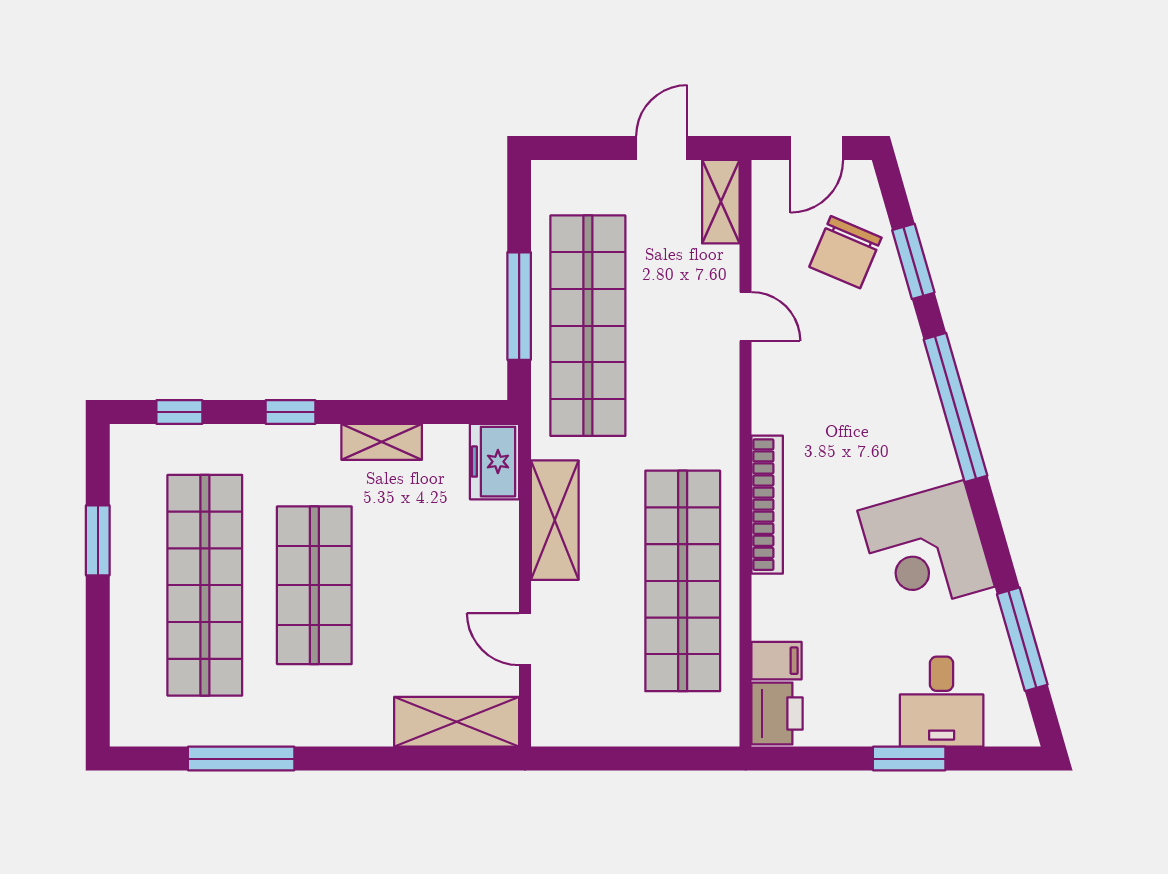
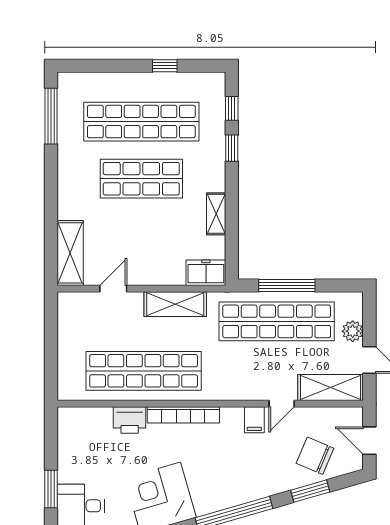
plant: (607, 180) -> (353, 331), added
shelving: (721, 202) -> (331, 387), width x1.50, depth x1.33
window: (290, 412) -> (232, 148), moved
window: (98, 540) -> (165, 66), width x0.67
filing cabinet: (777, 661) -> (254, 420), moved
printer: (777, 714) -> (130, 420), moved
window: (241, 759) -> (51, 116), moved

